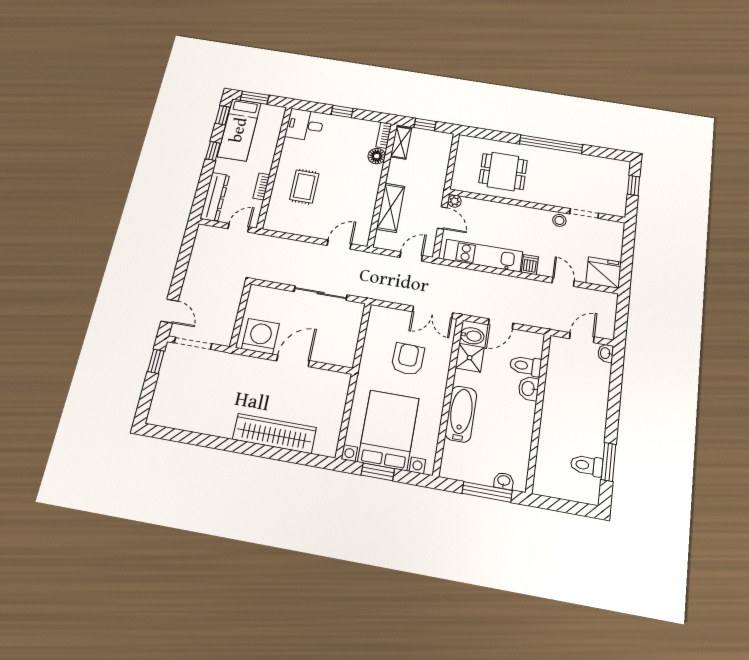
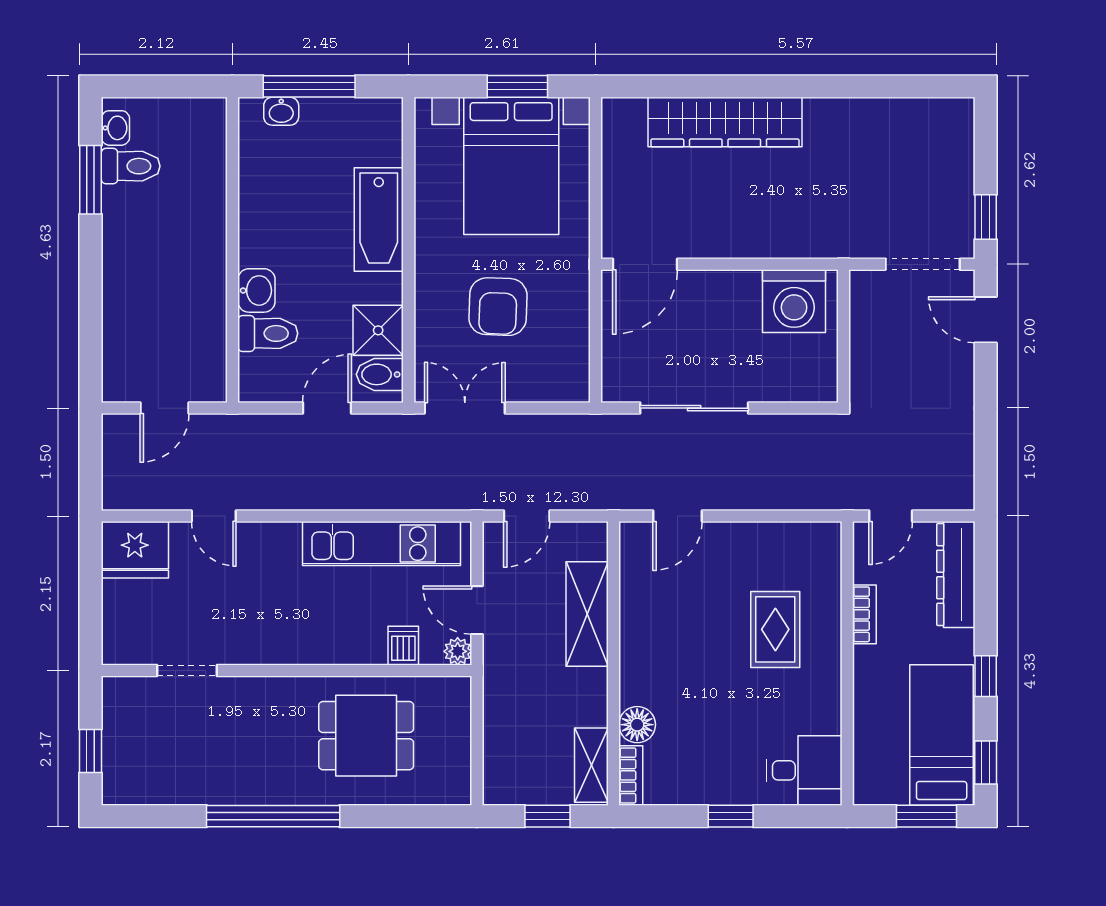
stool: (559, 220) -> (236, 646), removed
dishwasher: (530, 264) -> (403, 646), moved, turned 180
washbasin: (606, 353) -> (115, 128), moved
door: (293, 361) -> (645, 264), moved

